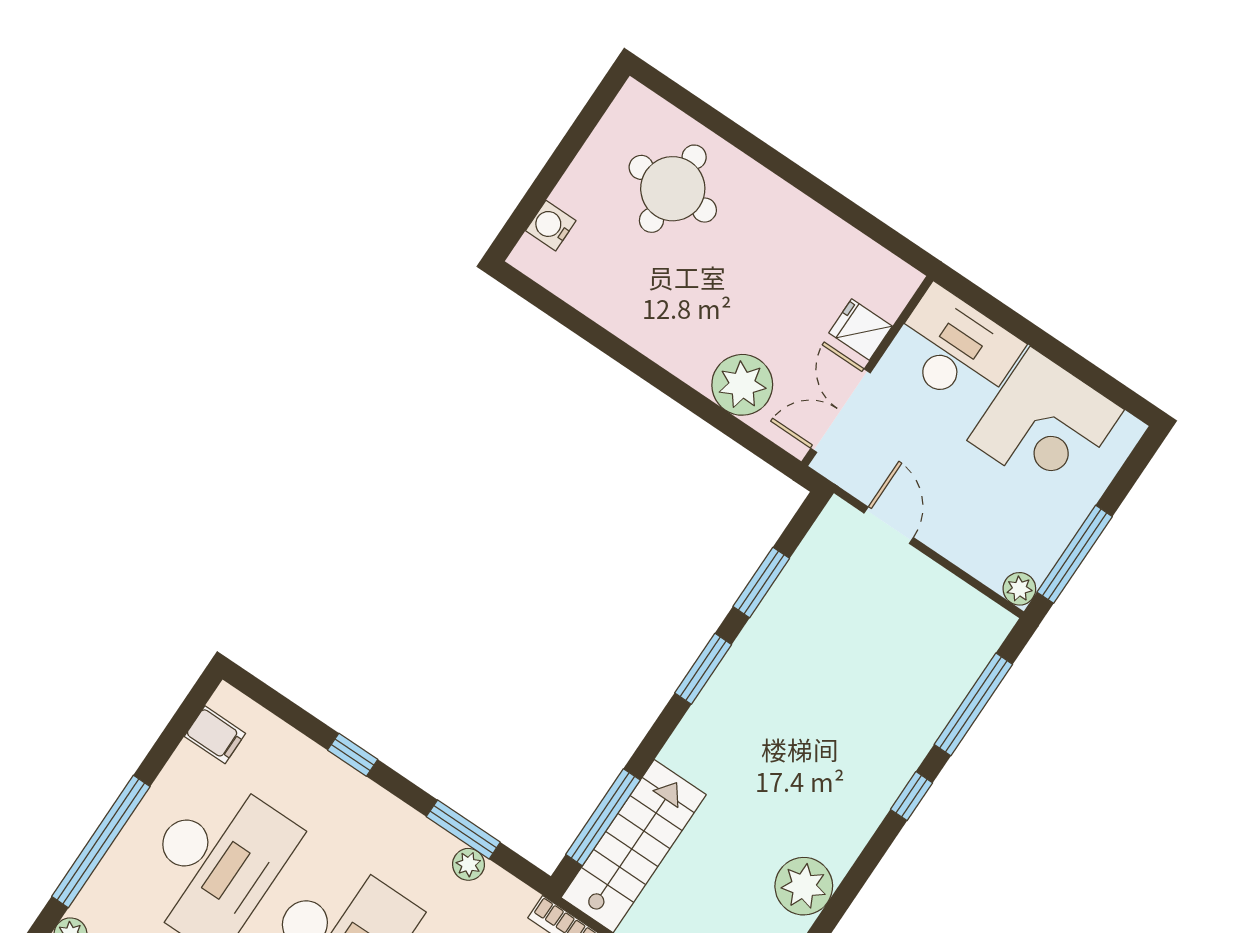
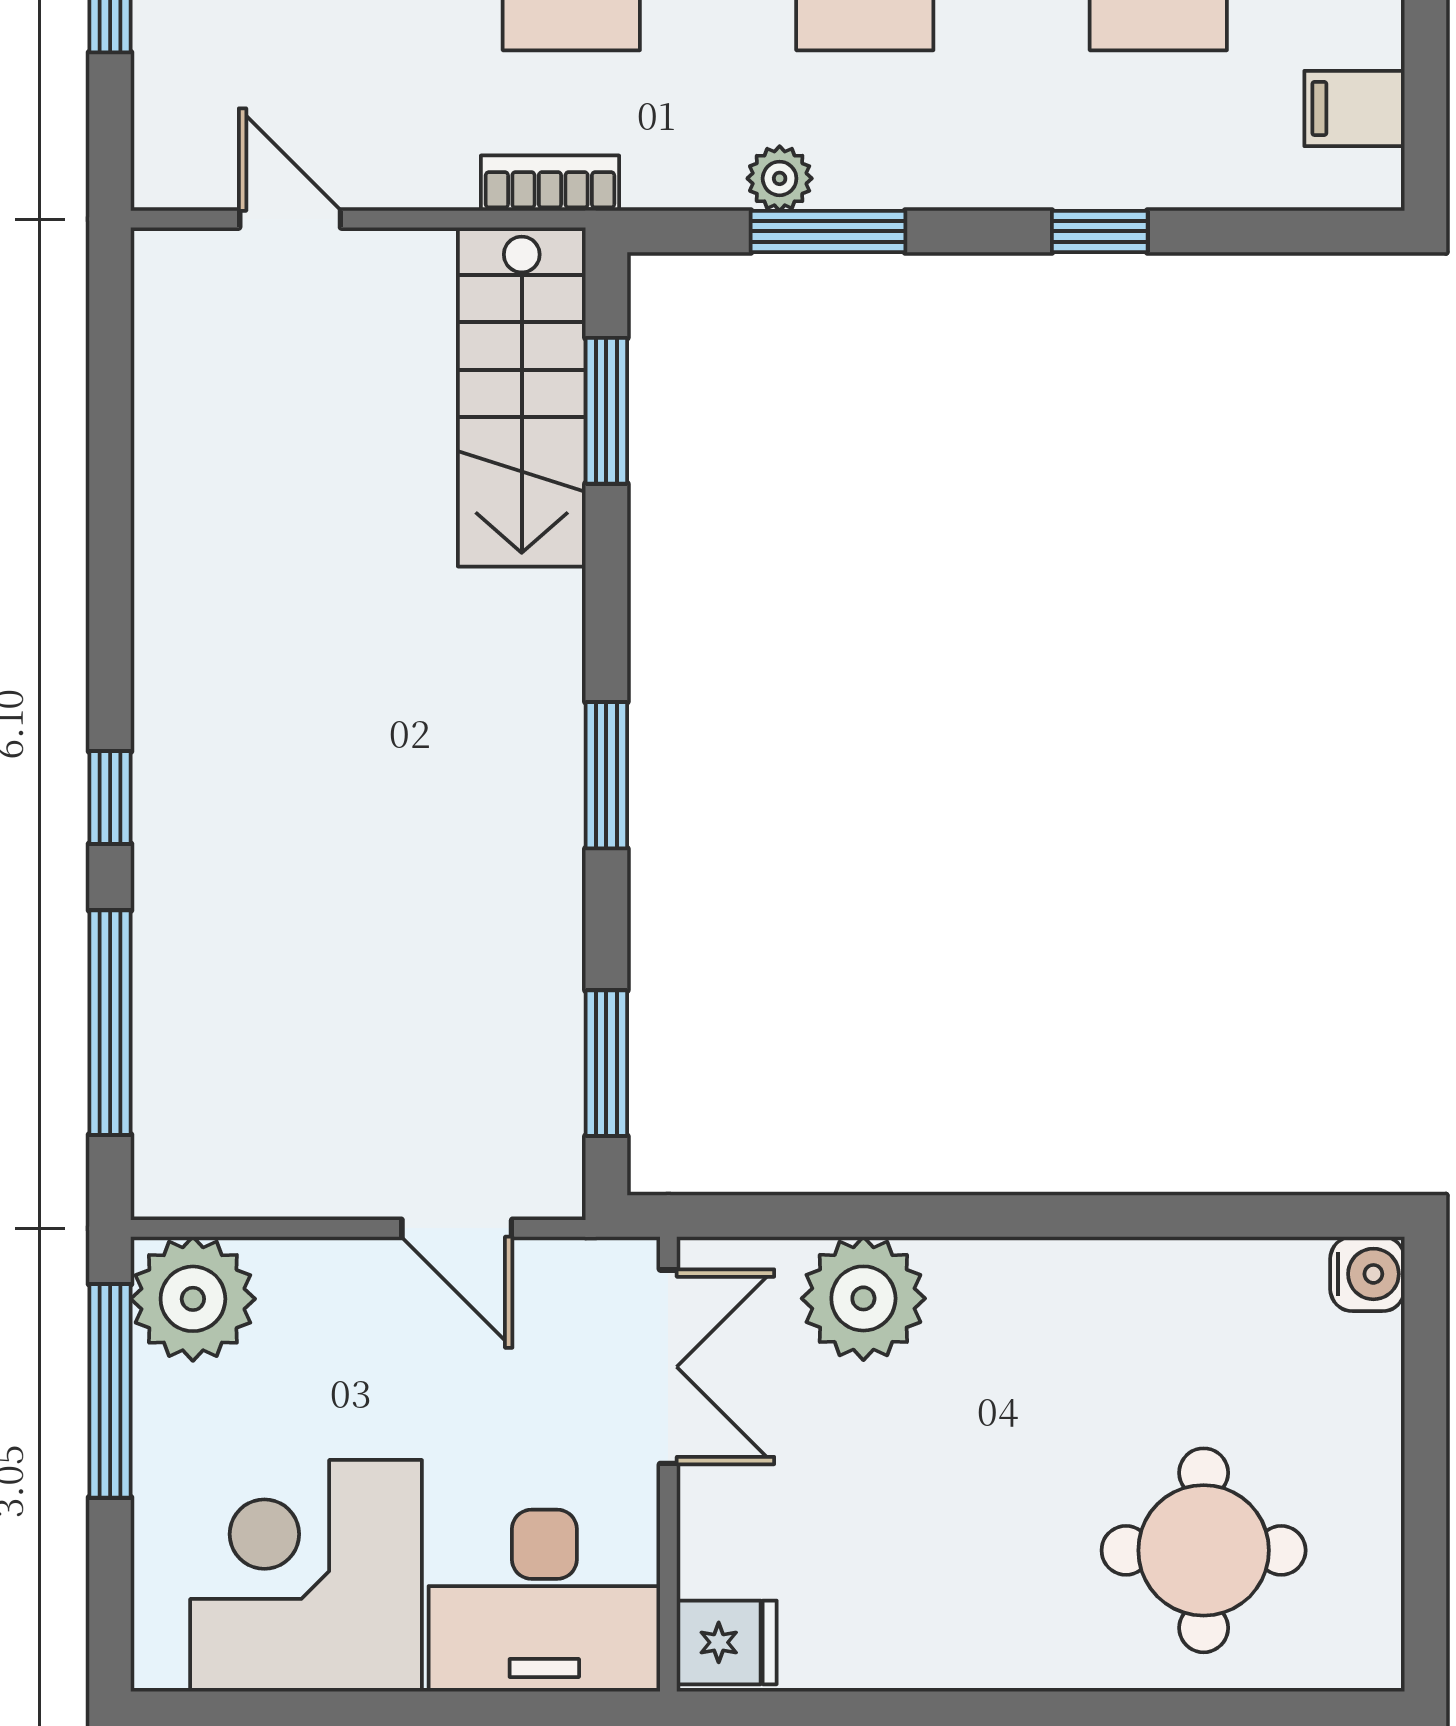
water cooler: (551, 226) -> (1367, 1274), moved
fridge: (861, 330) -> (727, 1642), moved
window: (761, 582) -> (606, 1063), moved
plant: (1019, 589) -> (193, 1299), width x1.88, depth x1.88
window: (603, 817) -> (606, 411), width x0.69
plant: (804, 886) -> (189, 523), removed

